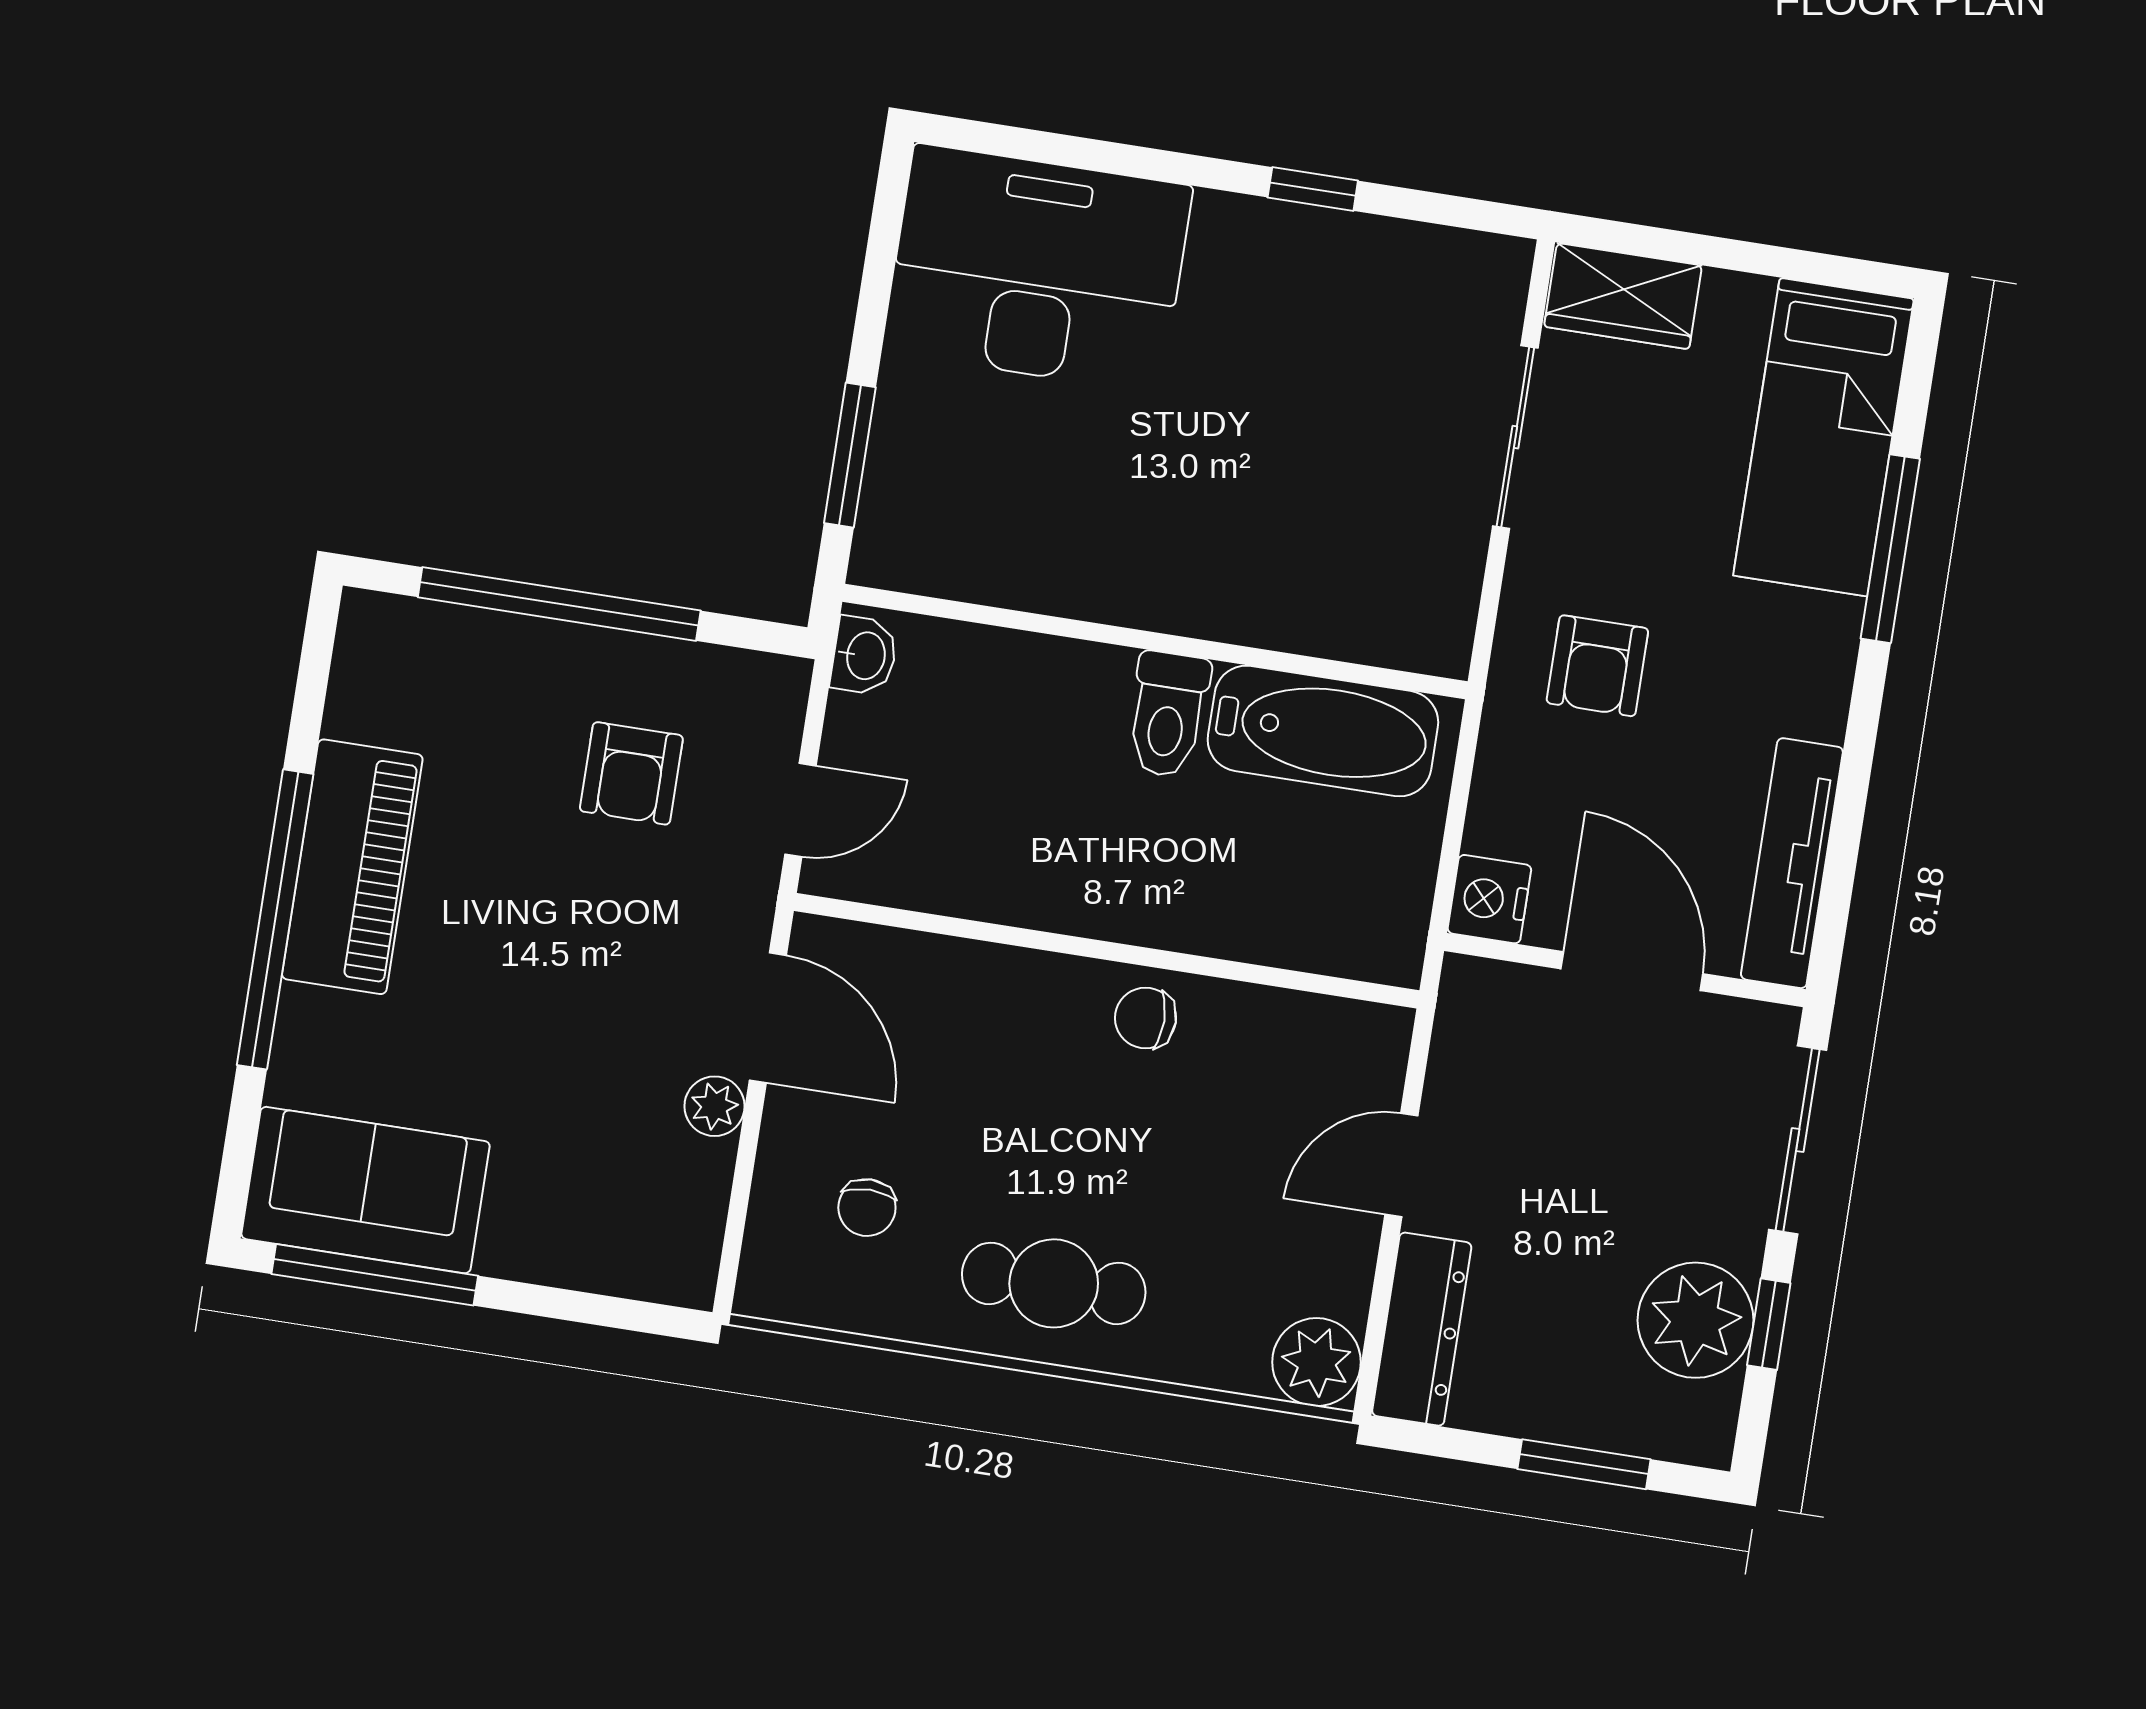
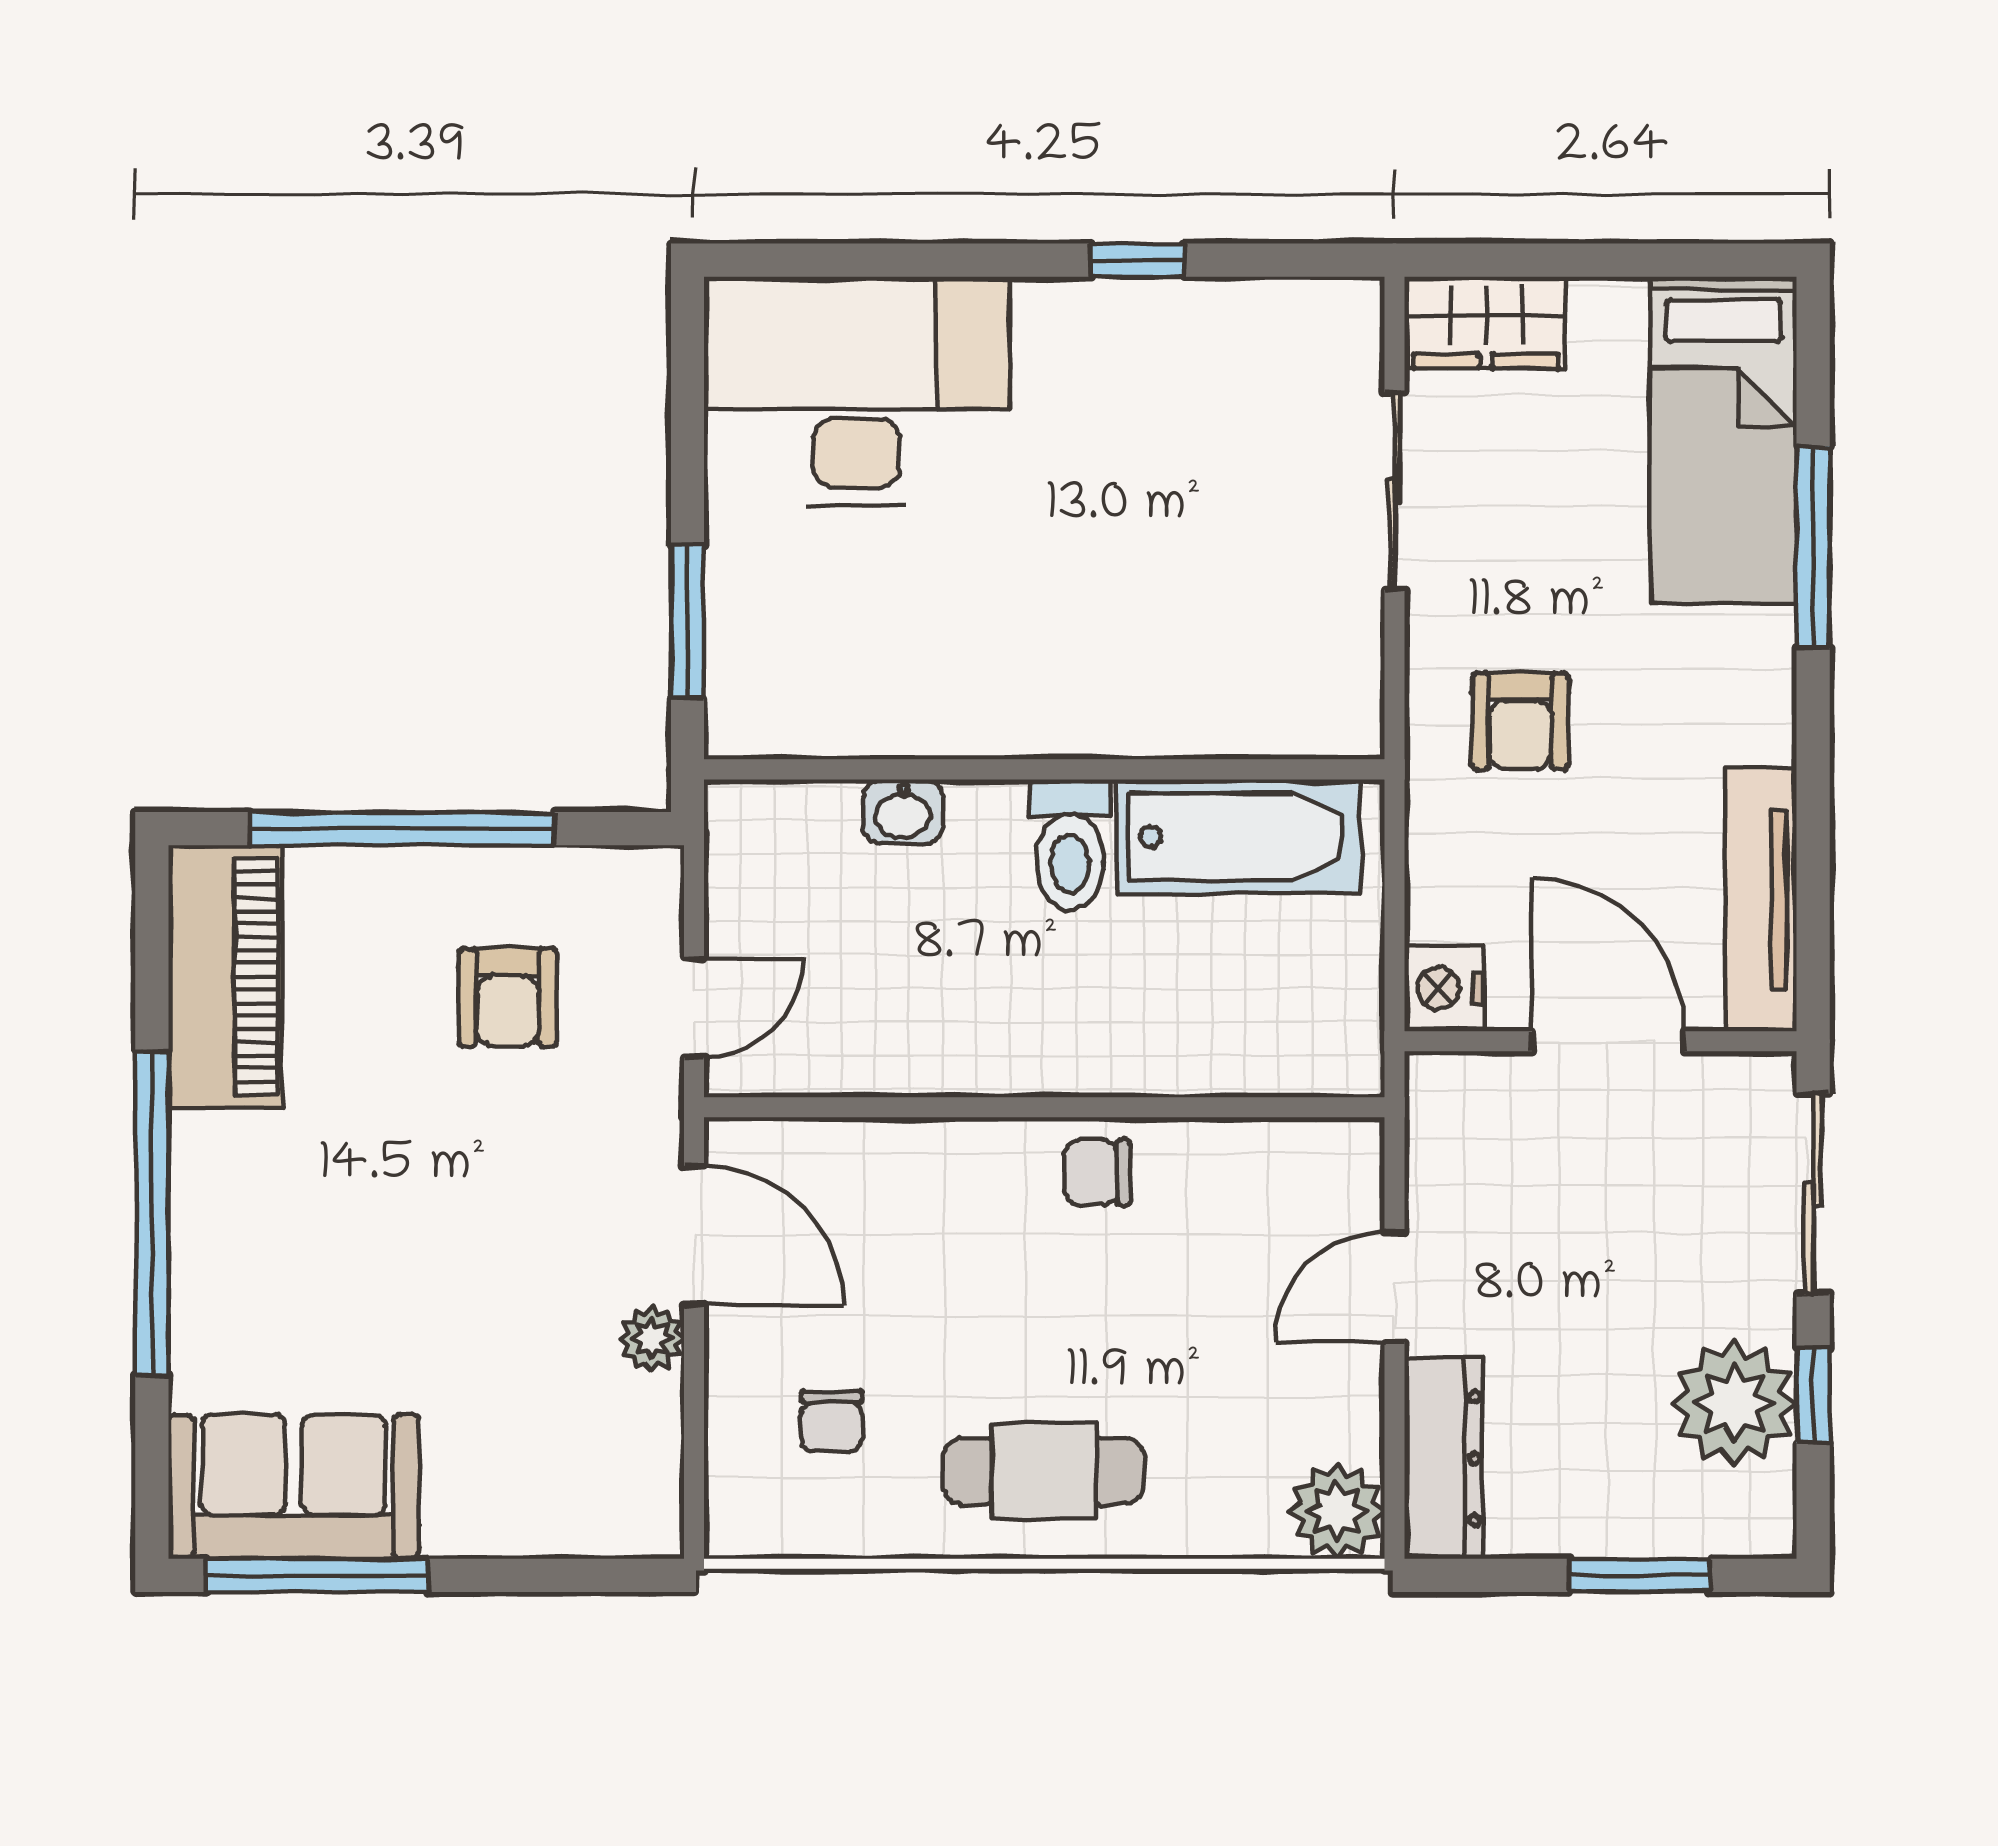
washbasin: (864, 655) -> (903, 812), moved, turned 90
piano: (352, 867) -> (225, 977), moved

